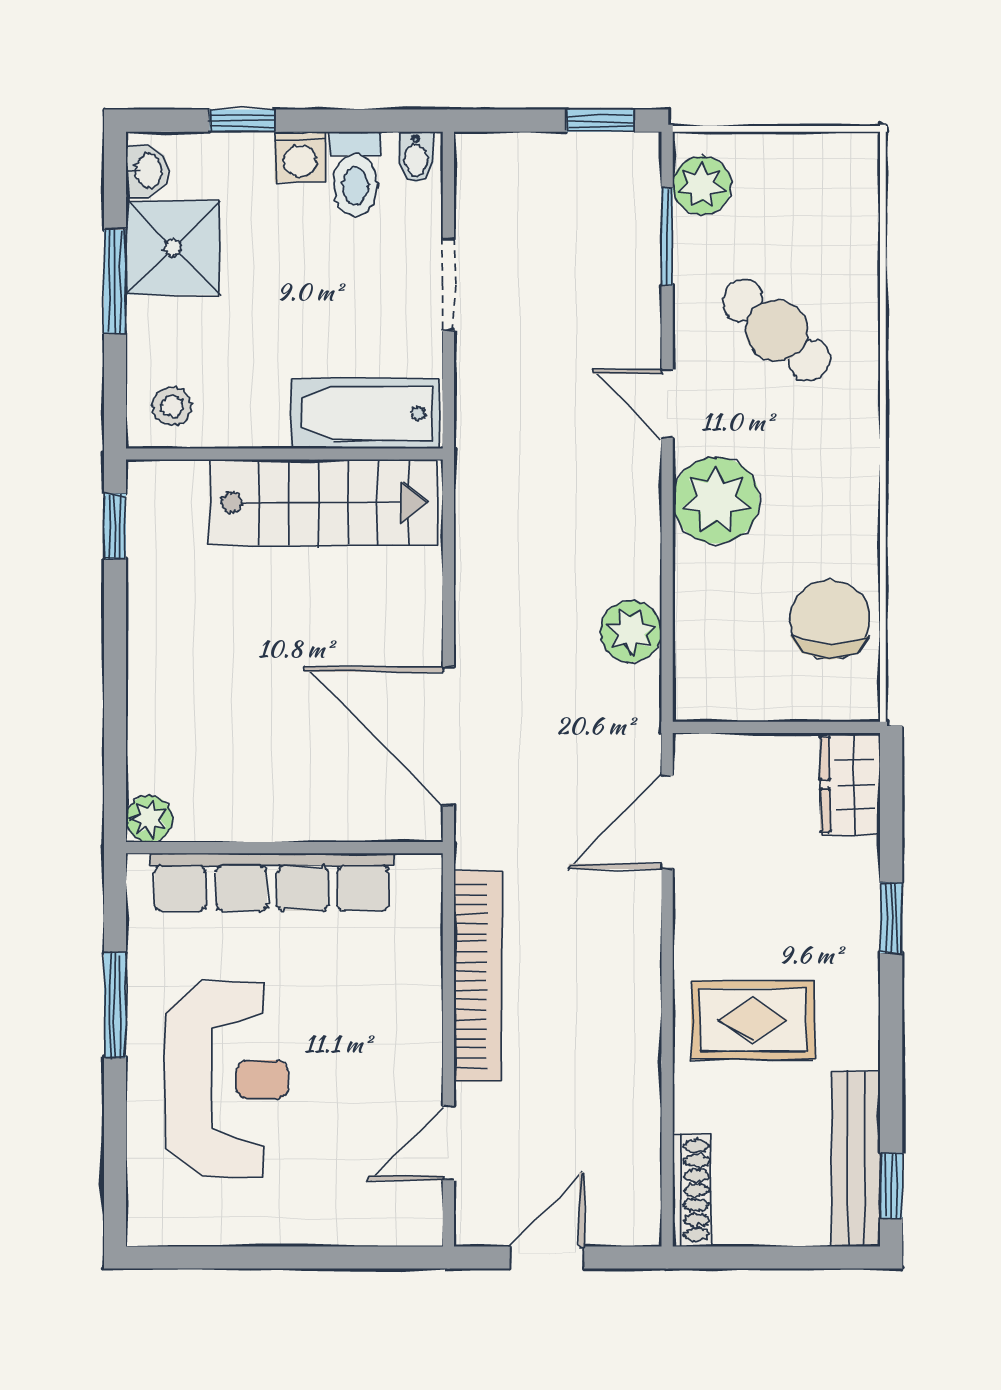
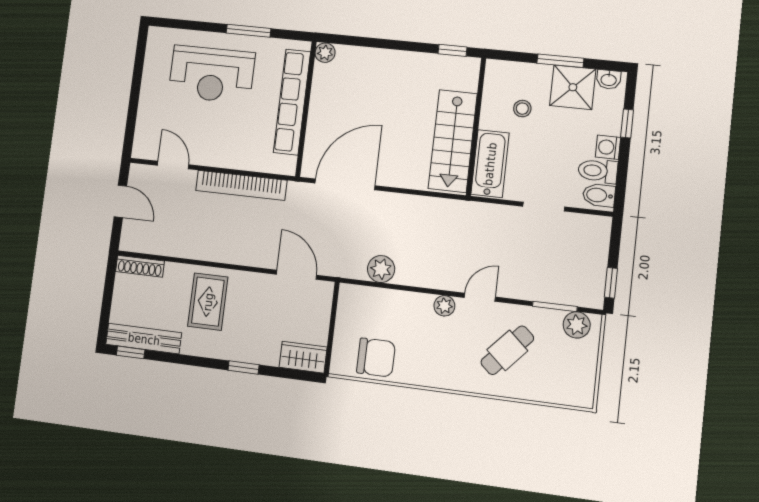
bidet: (416, 157) -> (599, 195), width x1.38, depth x1.36
stool: (172, 406) -> (522, 109), moved
plant: (716, 500) -> (444, 306), width x0.53, depth x0.53

